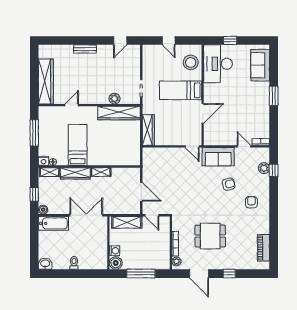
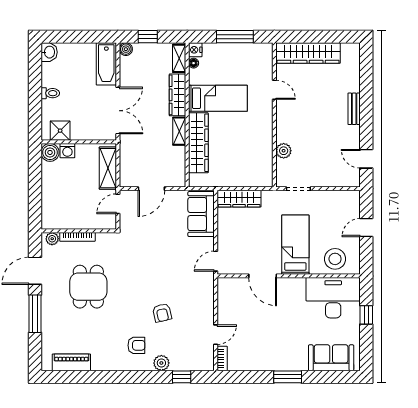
wardrobe: (119, 113) -> (198, 143), moved, turned 180
sofa: (218, 157) -> (201, 214), moved
plant: (264, 168) -> (161, 363), moved
shower: (100, 256) -> (60, 131), added
window: (141, 274) -> (35, 188), removed
window: (229, 274) -> (35, 314), width x2.17

